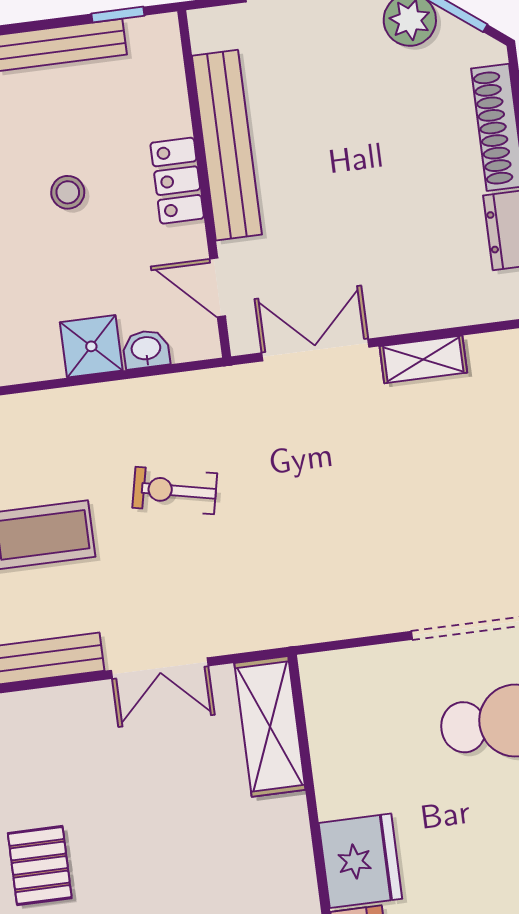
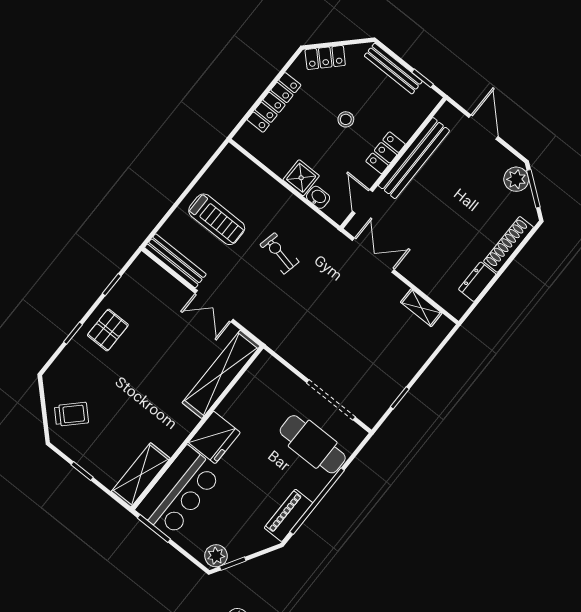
shelving: (423, 359) -> (421, 308), moved
shelving: (270, 726) -> (221, 374), width x1.47

